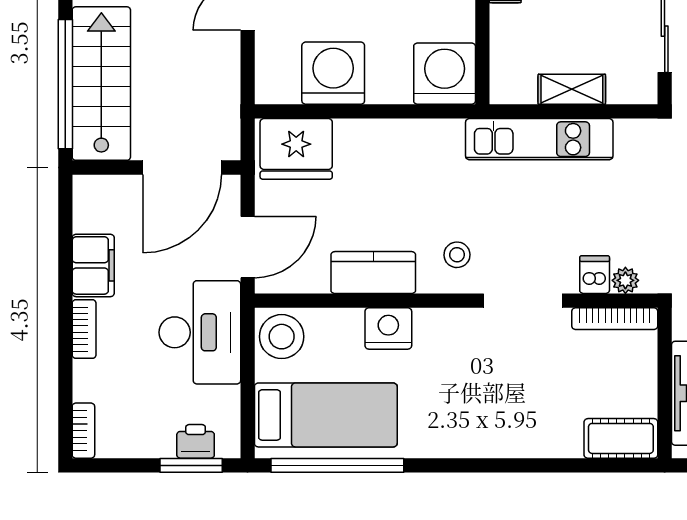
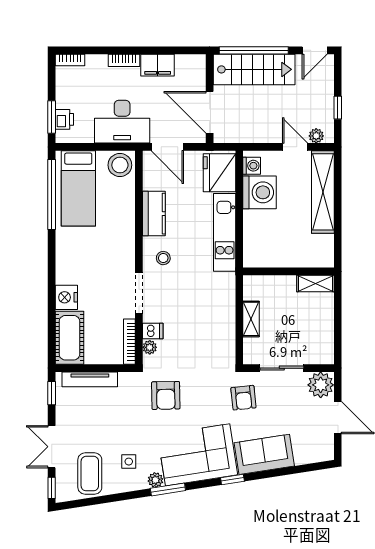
washing machine: (445, 74) -> (252, 166), moved, width x0.53, depth x0.53
kitchen unit: (539, 139) -> (225, 232), moved
nightstand: (388, 328) -> (66, 297), moved, turned 180
cot: (621, 438) -> (69, 338), width x1.37, depth x1.34

